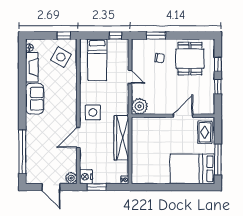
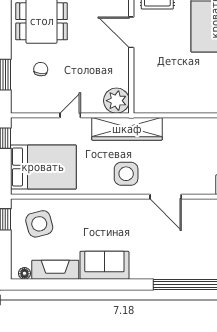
side table: (61, 57) -> (39, 224), turned 45
bed: (97, 60) -> (43, 167), width x1.50
wardrobe: (121, 138) -> (127, 129), moved

